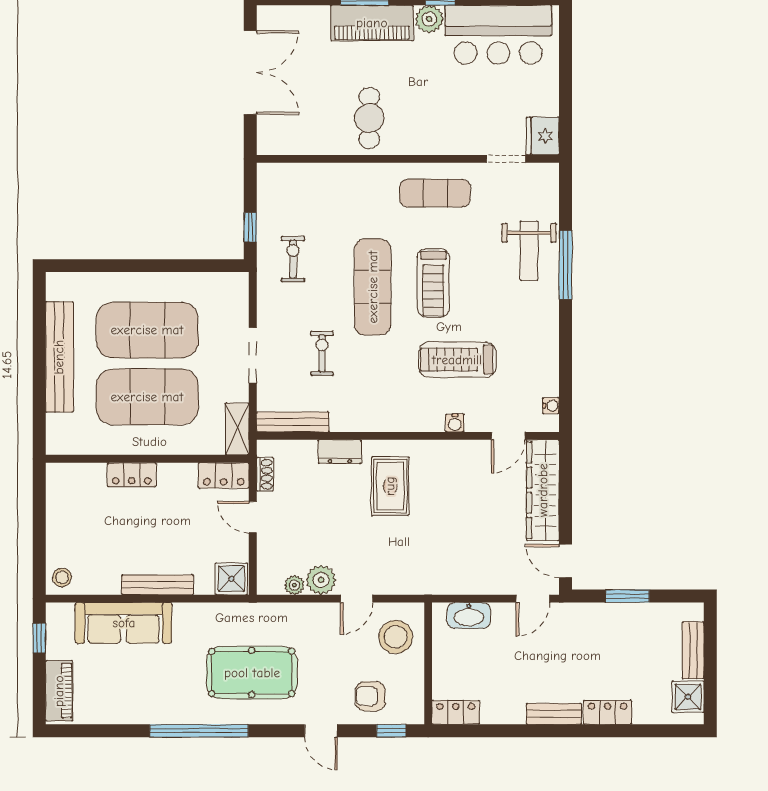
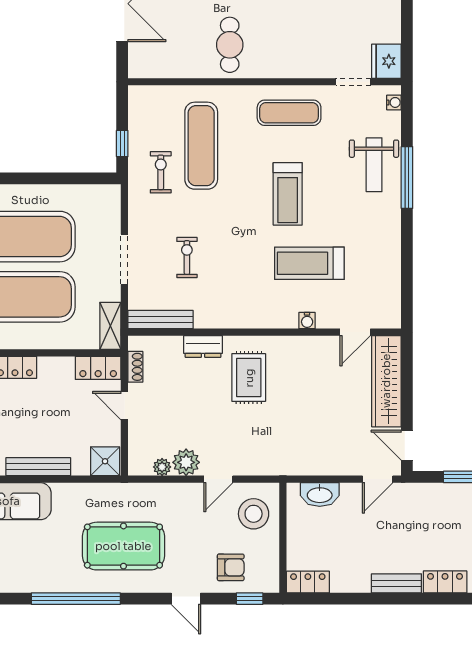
exercise mat: (373, 287) -> (201, 146), moved
water cooler: (551, 406) -> (394, 102), moved
armchair: (370, 696) -> (231, 567), turned 180

